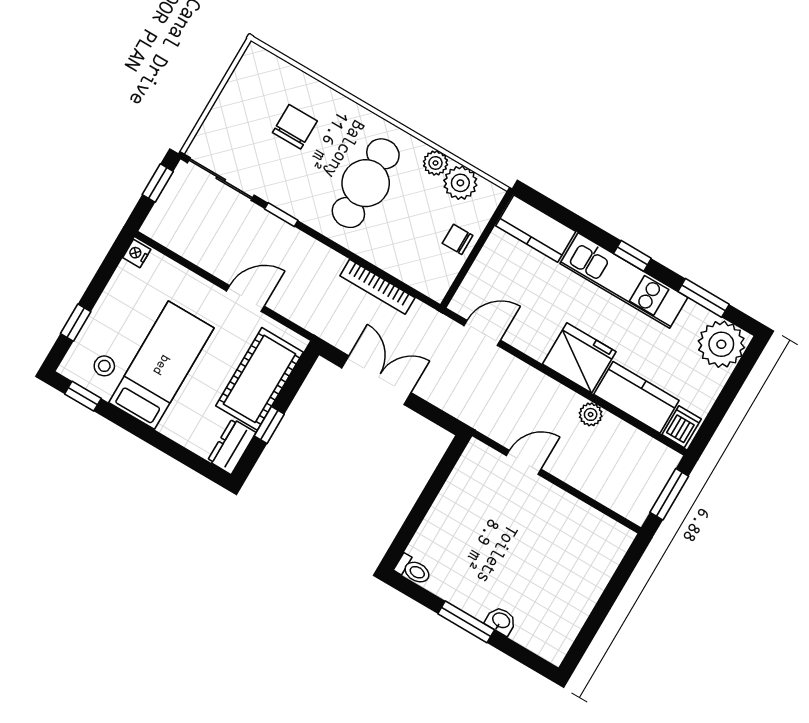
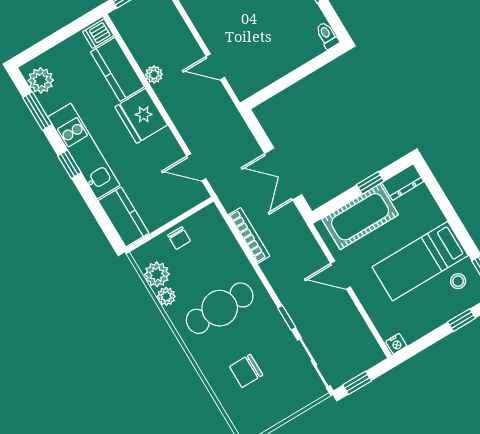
plant: (721, 344) -> (41, 80), width x0.73, depth x0.73

